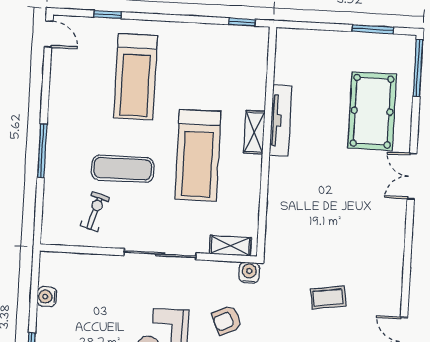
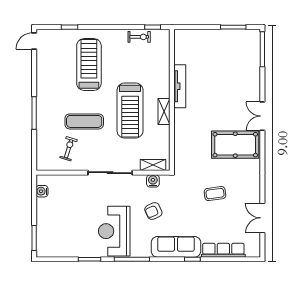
door: (49, 34) -> (34, 41), swing flipped
exercise bike: (219, 37) -> (139, 37), added
treadmill: (135, 77) -> (89, 64), turned 180
pool table: (372, 111) -> (235, 145), moved, turned 90
shelving: (254, 132) -> (164, 111), moved
water cooler: (249, 273) -> (153, 181), moved
water cooler: (47, 297) -> (42, 191), moved

